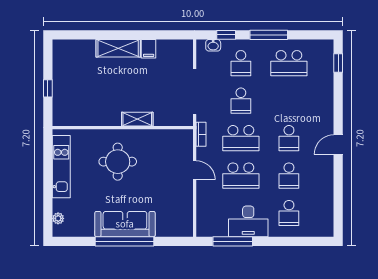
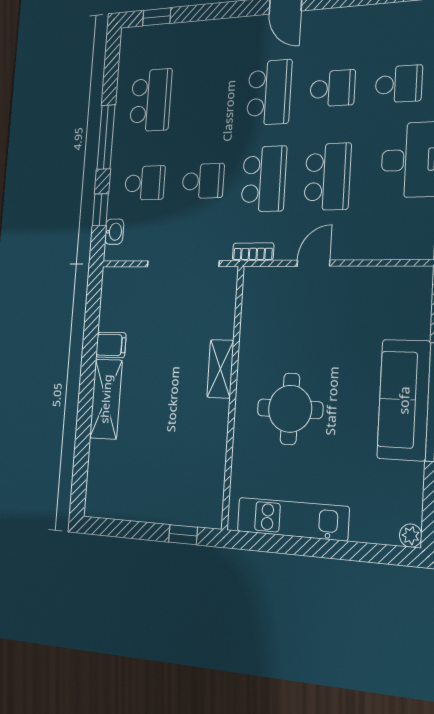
window: (48, 88) -> (183, 535), moved
school desk: (289, 138) -> (269, 93), width x1.85
plant: (58, 218) -> (411, 536), moved

